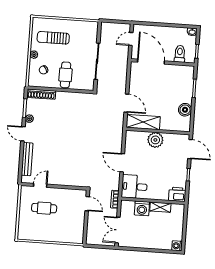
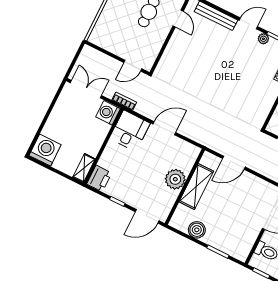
shelving: (143, 122) -> (196, 187), moved
shelving: (160, 207) -> (84, 168), moved
washing machine: (142, 208) -> (108, 113), moved
washing machine: (177, 246) -> (45, 150), width x1.89, depth x1.89

